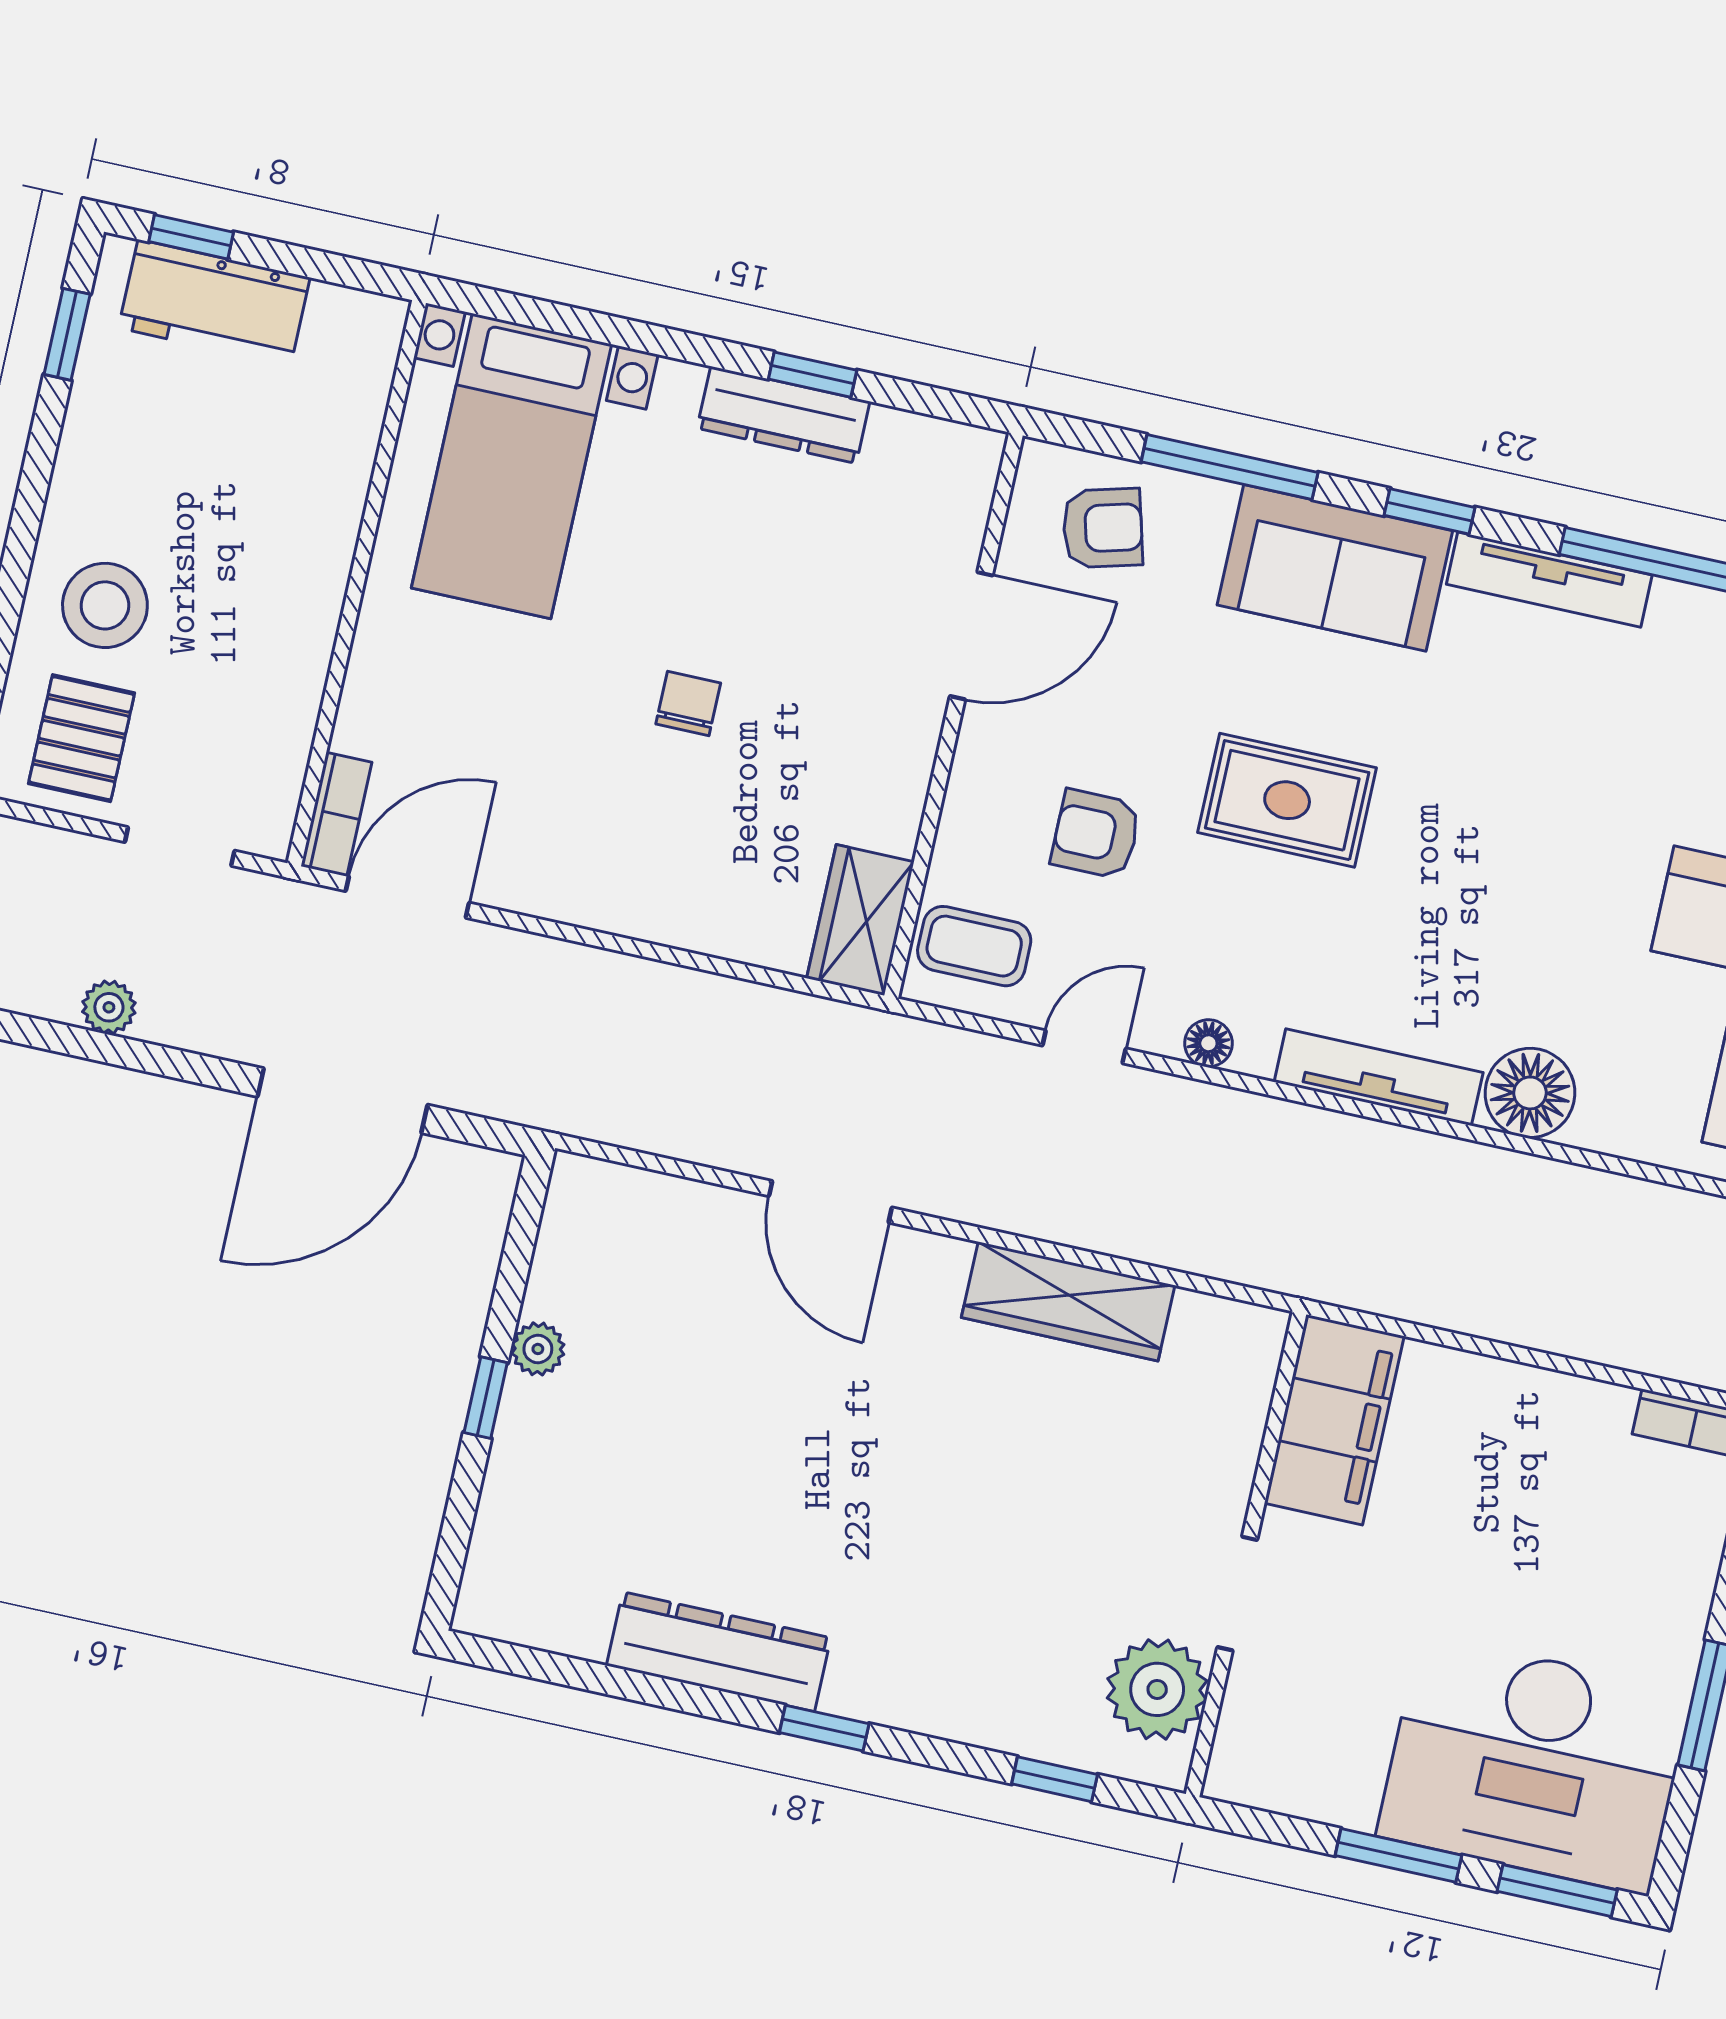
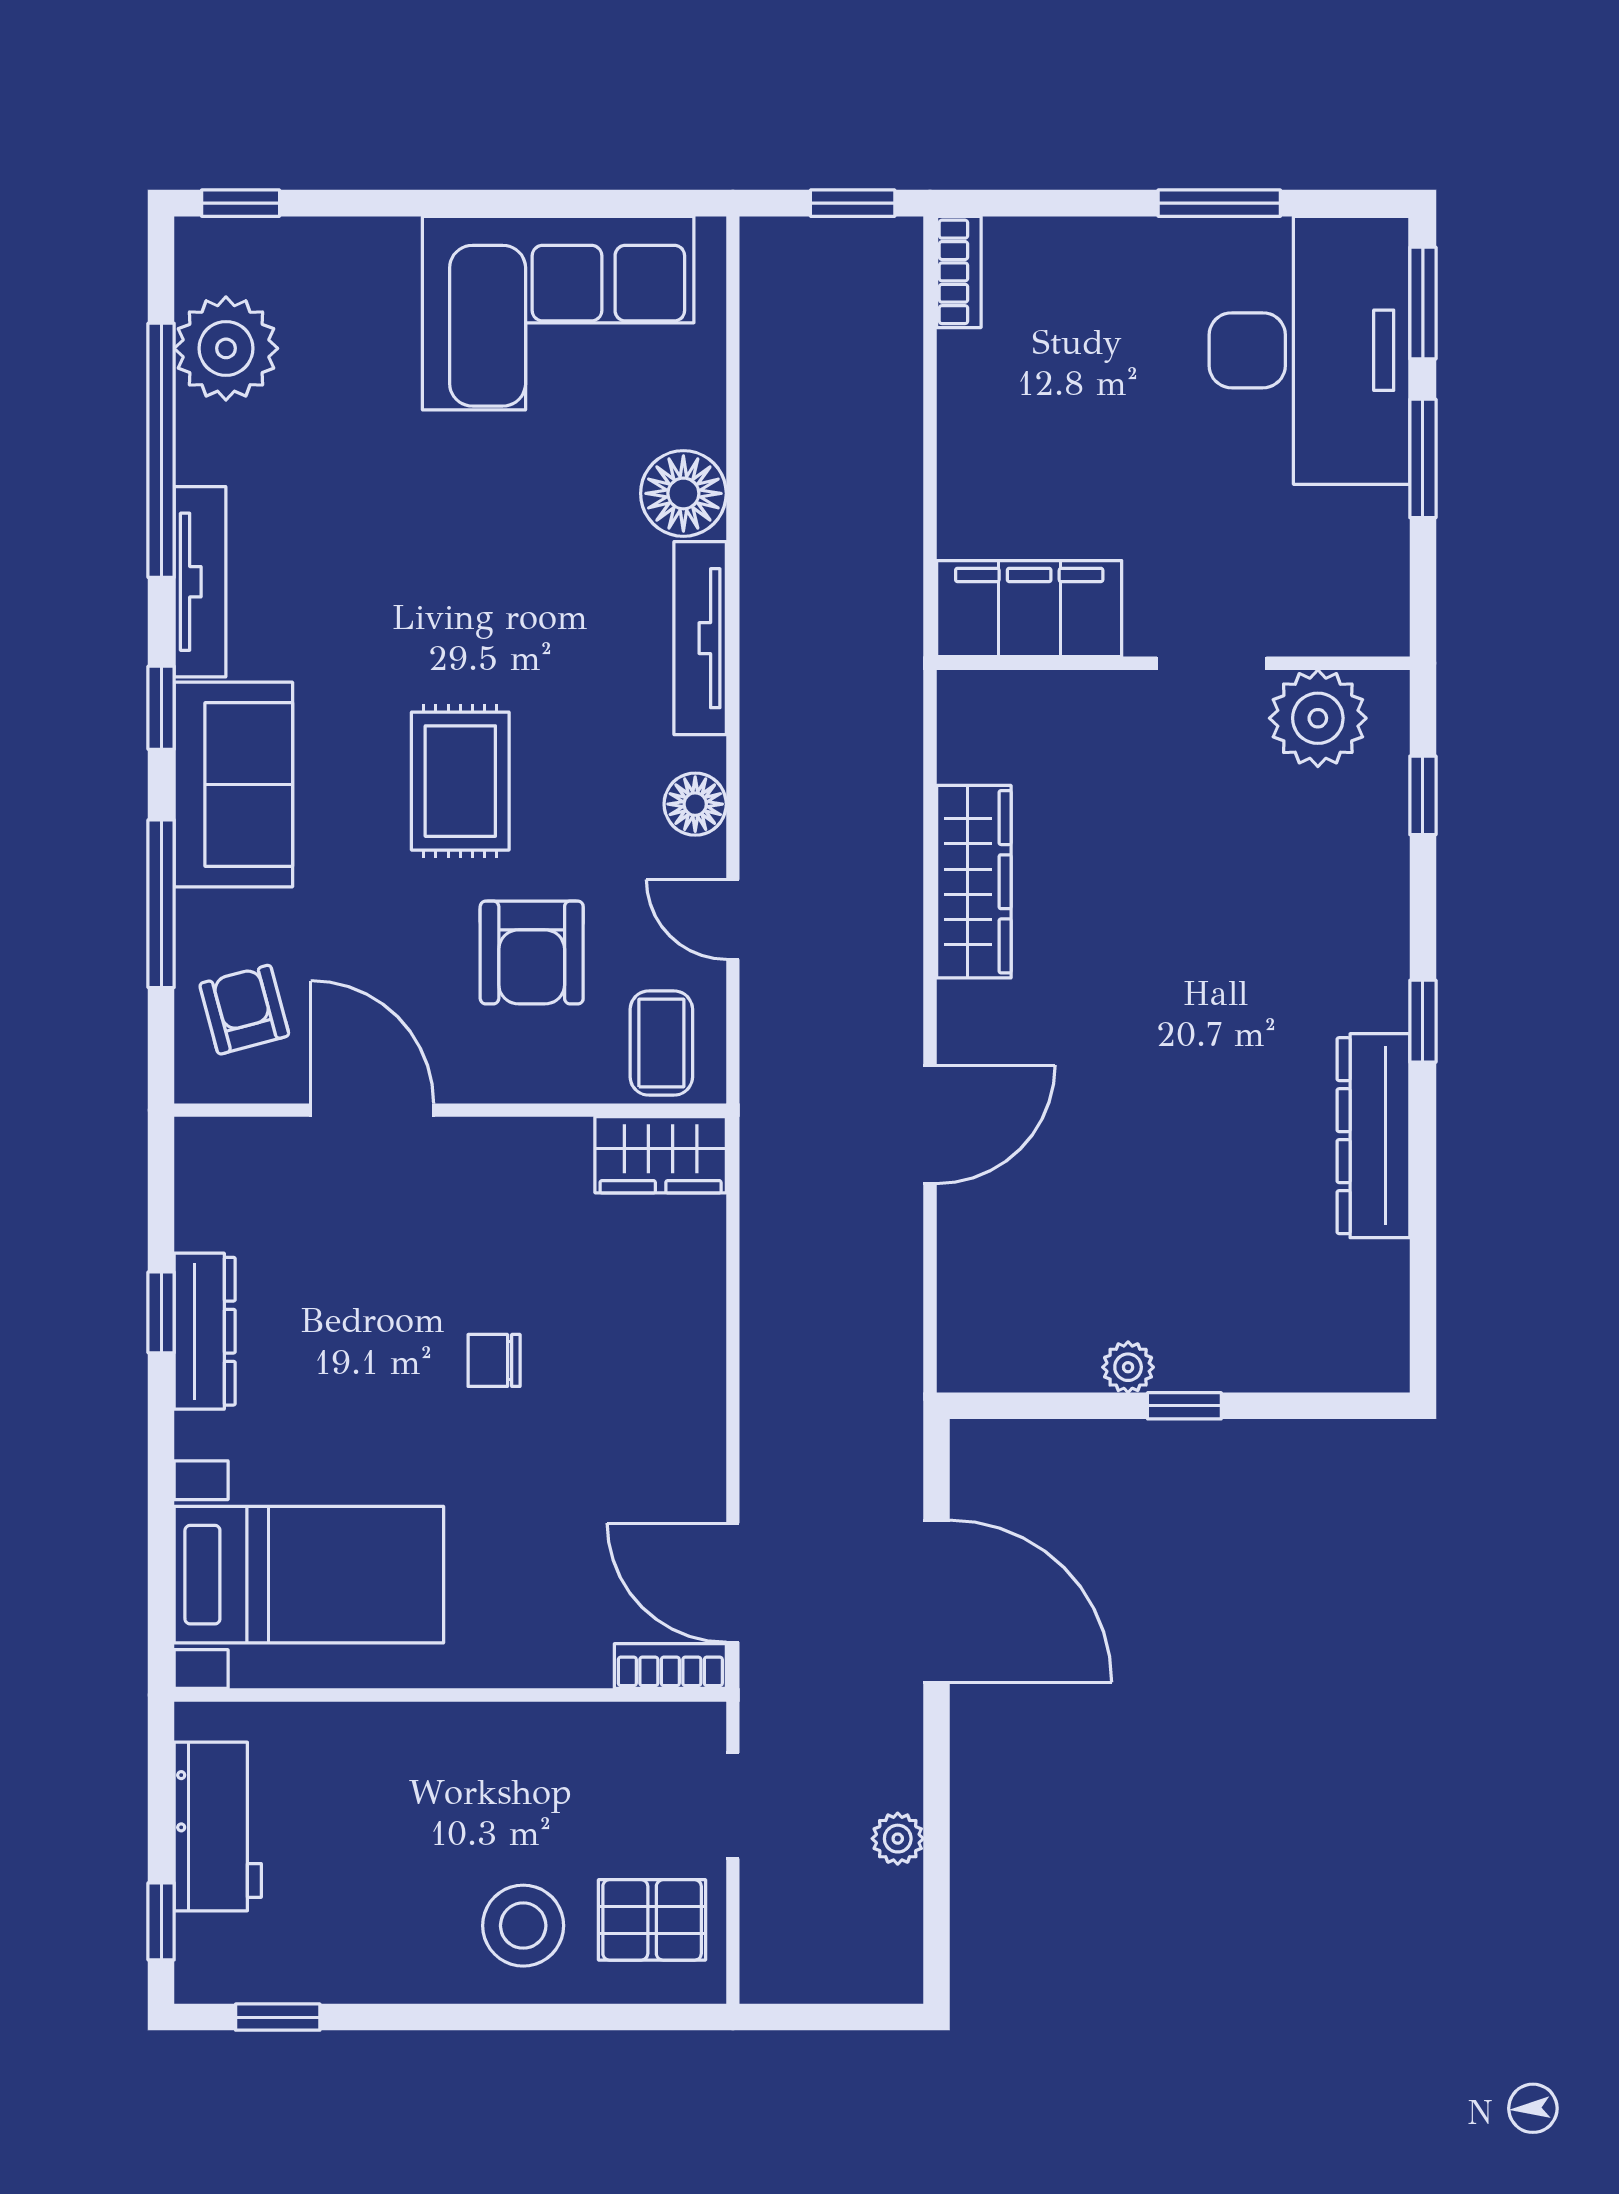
workbench: (214, 303) -> (218, 1827), moved
armchair: (1096, 834) -> (532, 952), width x1.38, depth x1.38
floor lamp: (1208, 1043) -> (695, 804), width x1.37, depth x1.37

